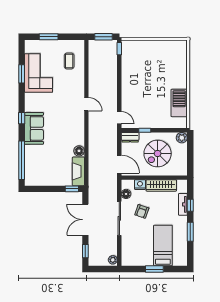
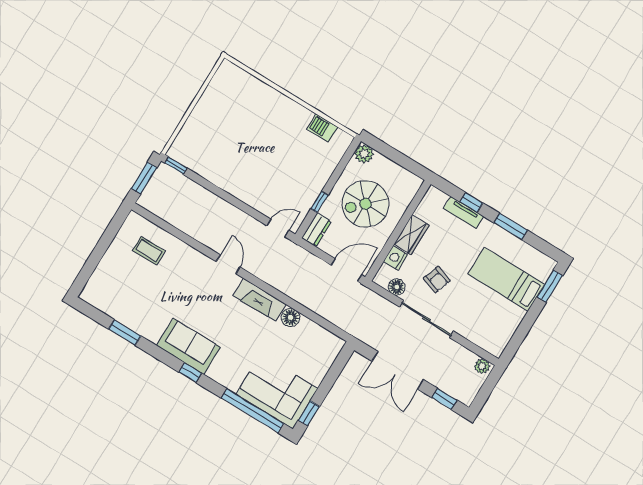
window: (49, 37) -> (94, 259), removed
corner sofa: (39, 73) -> (277, 391), moved
barbecue: (179, 103) -> (322, 128), width x0.53, depth x0.65
door: (86, 104) -> (228, 264), hinge flipped
sofa: (34, 128) -> (188, 346), moved
spiral stairs: (158, 153) -> (365, 204), turned 90
fireplace: (78, 171) -> (260, 300), moved
wardrobe: (161, 185) -> (411, 235), width x0.67
window: (72, 189) -> (309, 413), moved
window: (154, 269) -> (550, 286), moved

